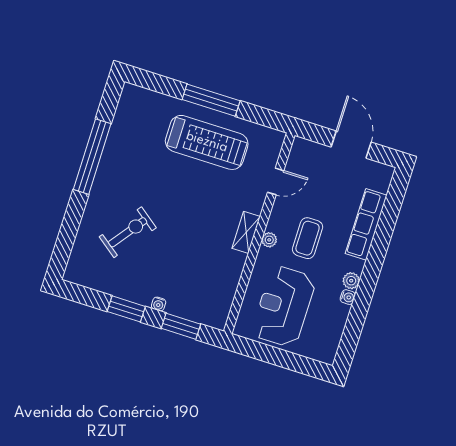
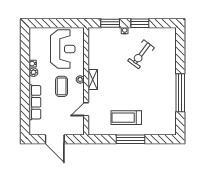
treadmill: (207, 142) -> (126, 118), width x0.73, depth x0.73
exercise bike: (128, 232) -> (141, 54), moved

